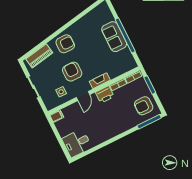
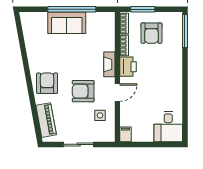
door: (83, 96) -> (117, 93), hinge flipped
armchair: (144, 106) -> (151, 33), moved

